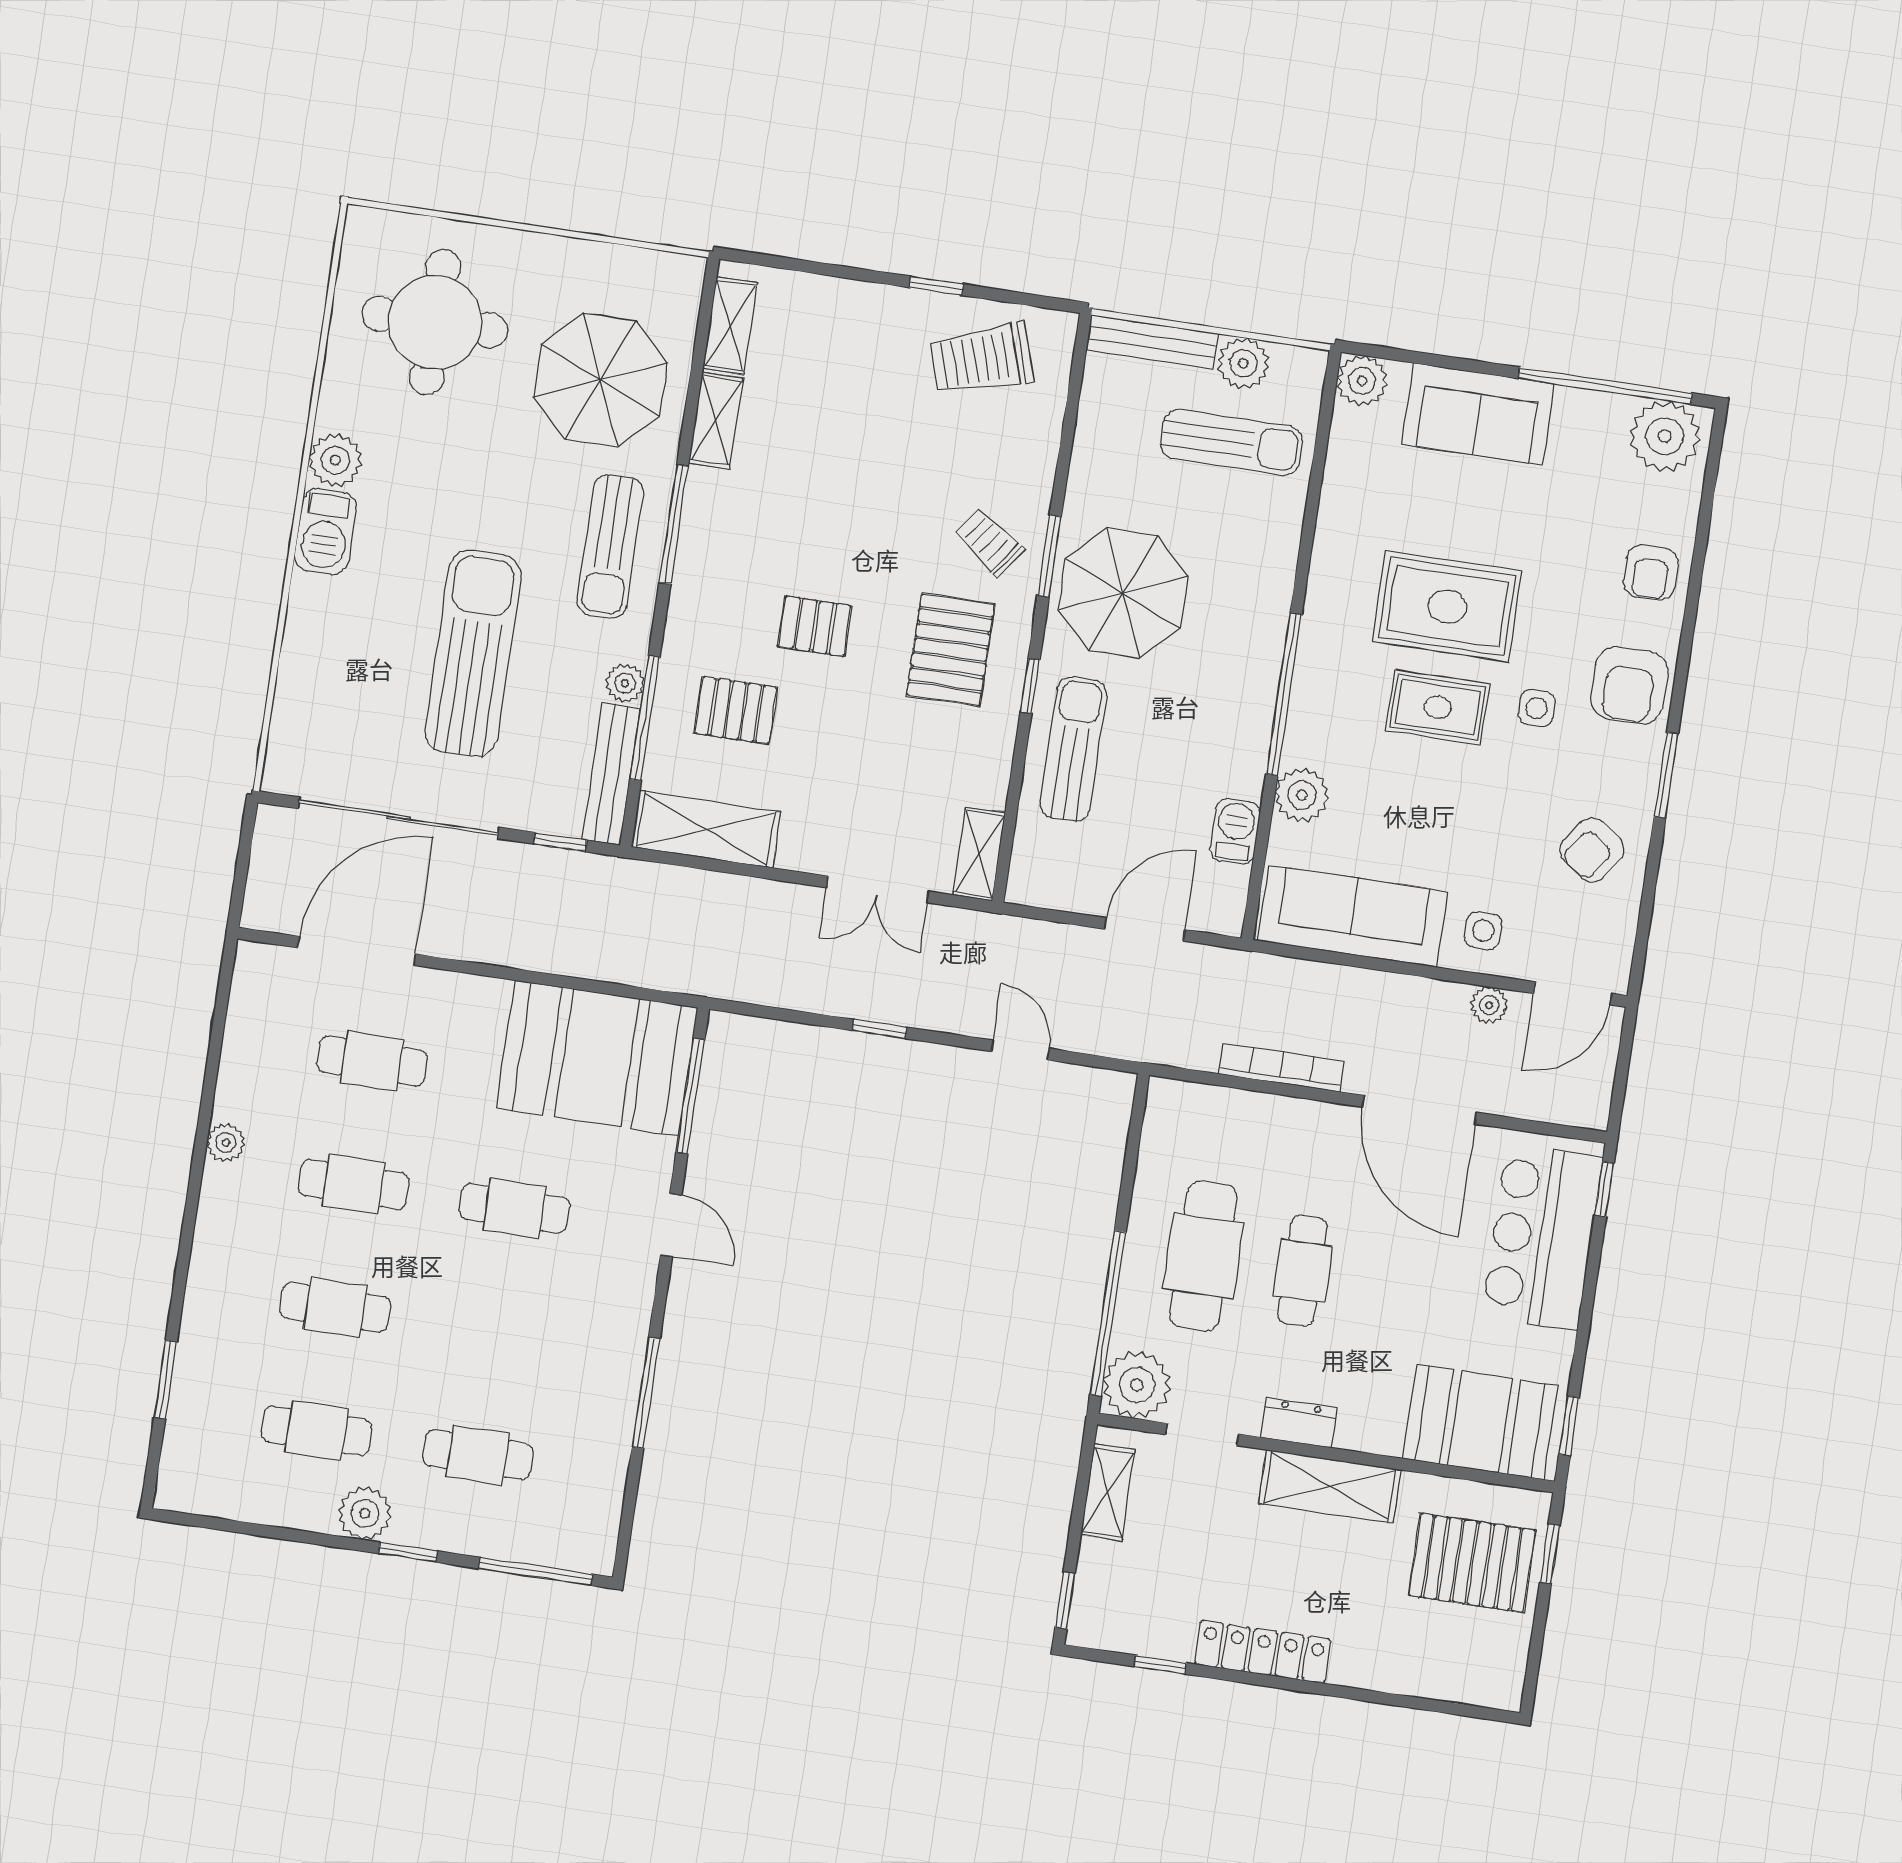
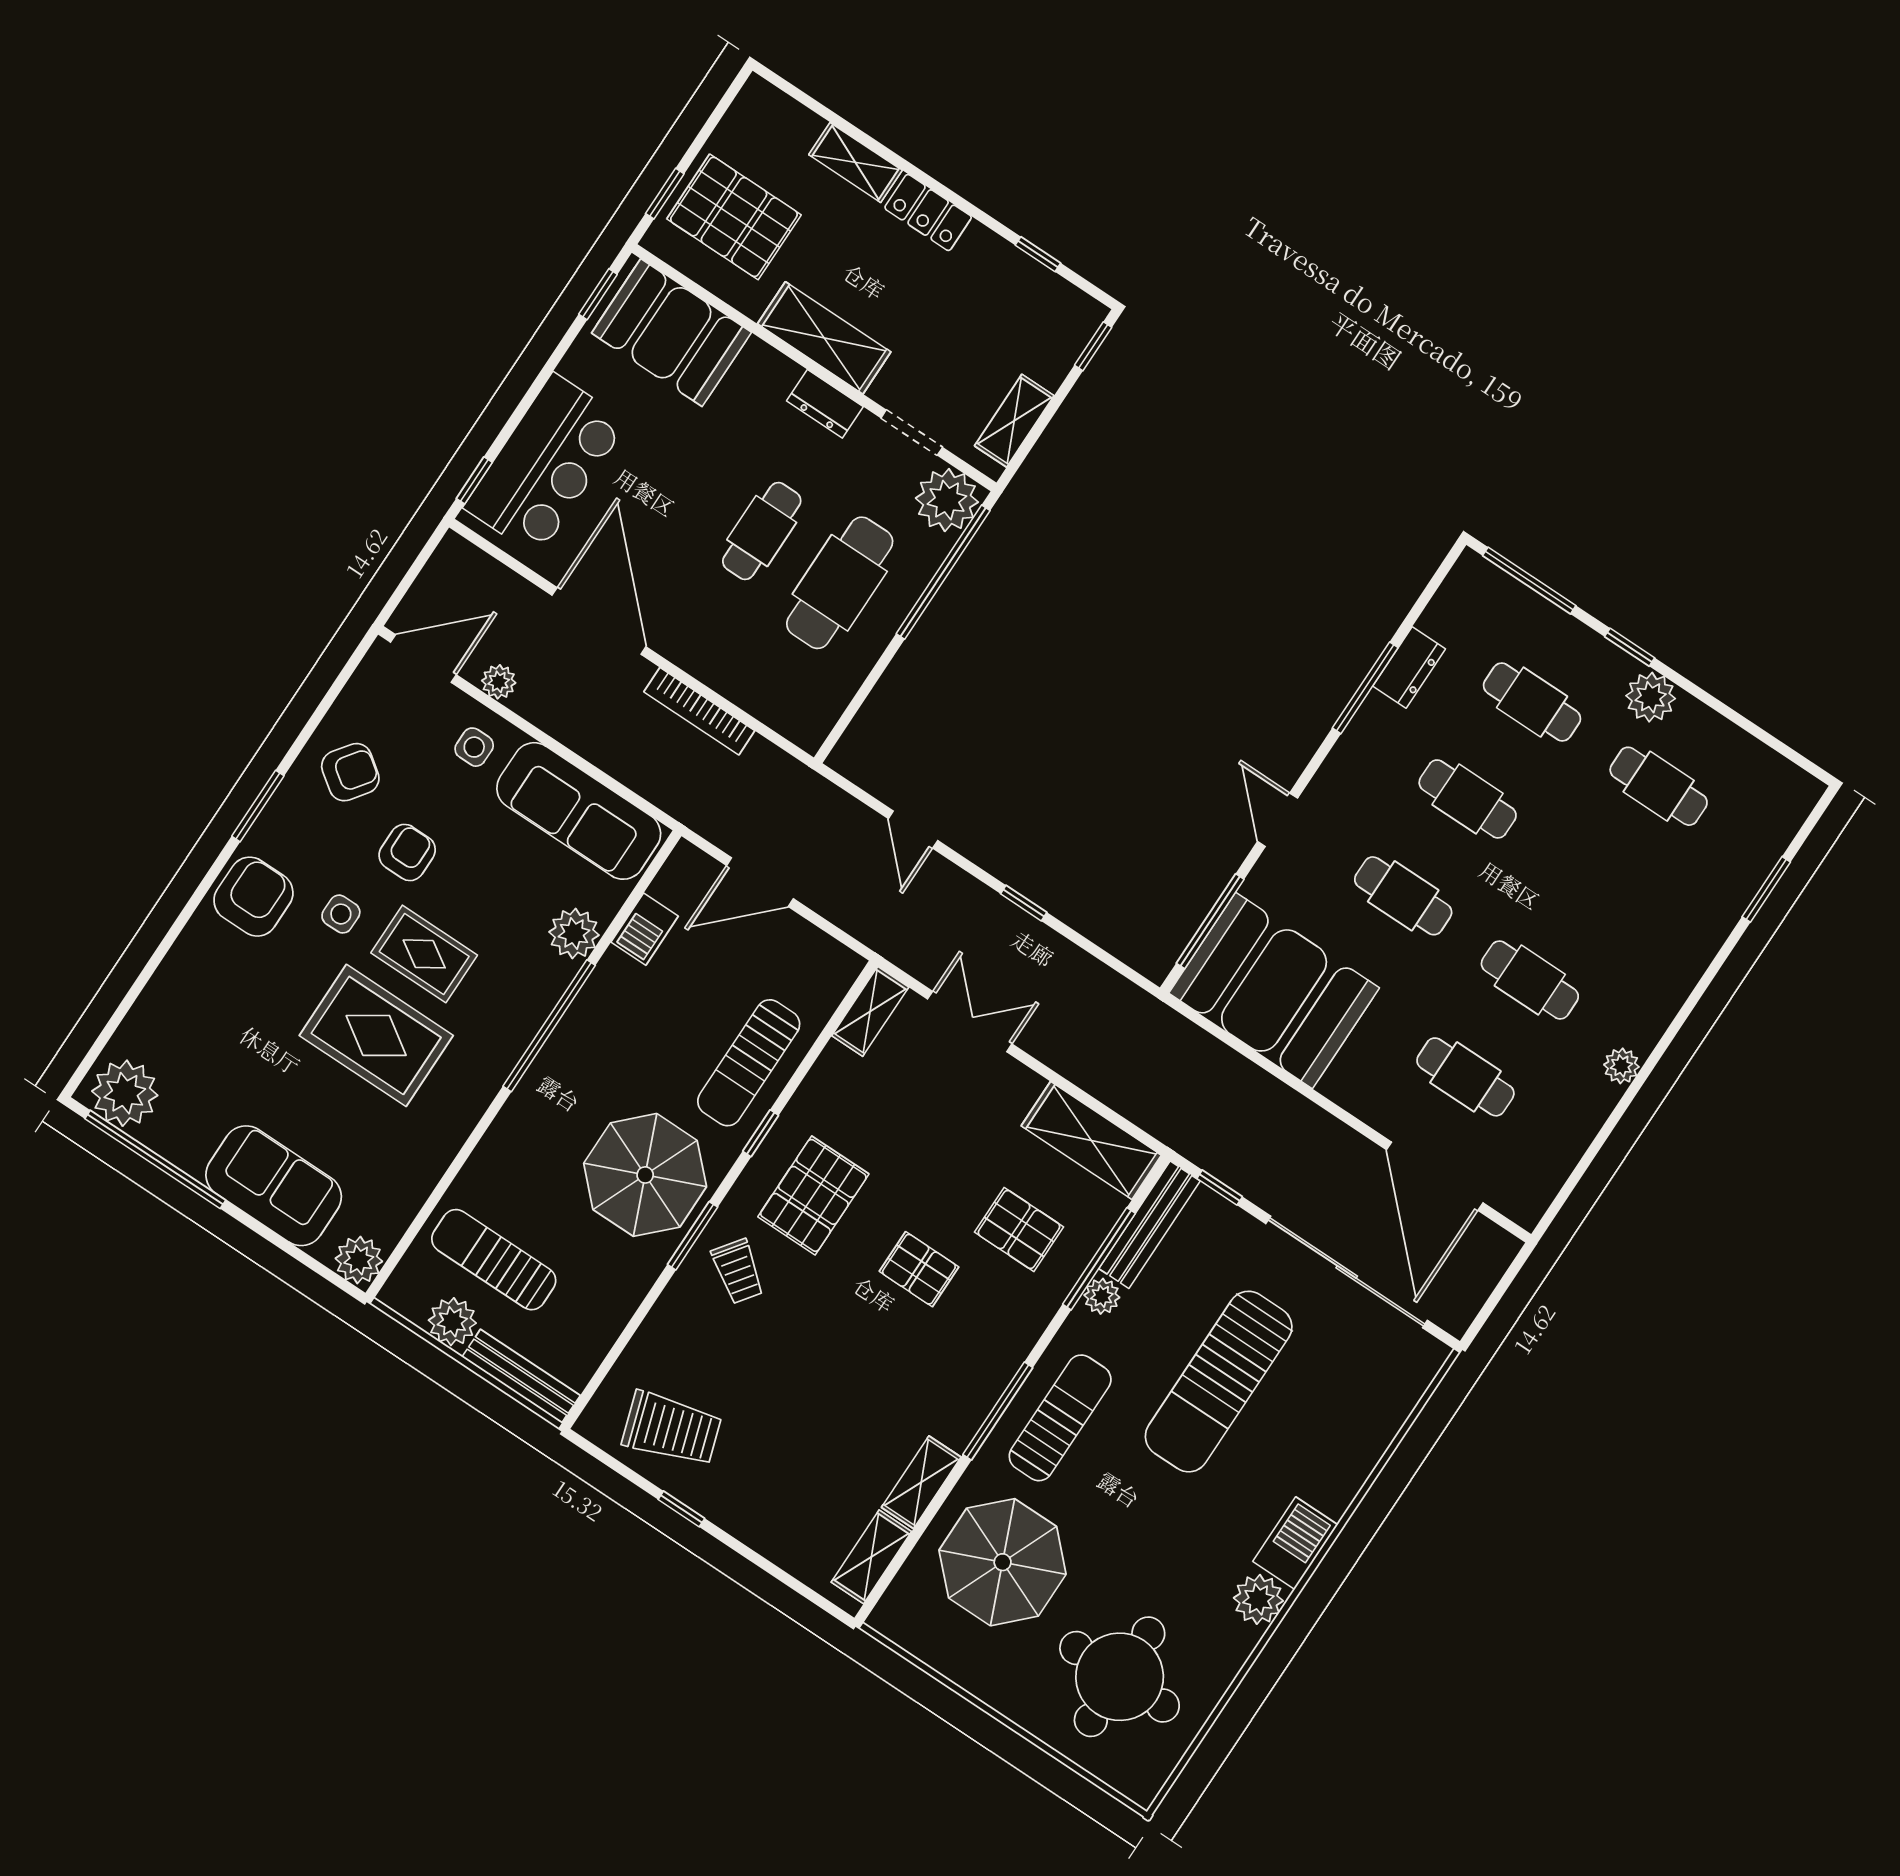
armchair: (1651, 572) -> (407, 852), moved
door: (357, 951) -> (1435, 1176), hinge flipped
cafe table: (335, 1307) -> (1468, 799), moved
dresser: (613, 1432) -> (1409, 667), added
locker: (1263, 1652) -> (928, 212), width x0.66
shelving: (1379, 1671) -> (855, 162), added

